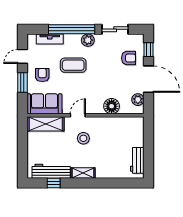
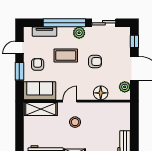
armchair: (129, 58) -> (95, 62), moved

